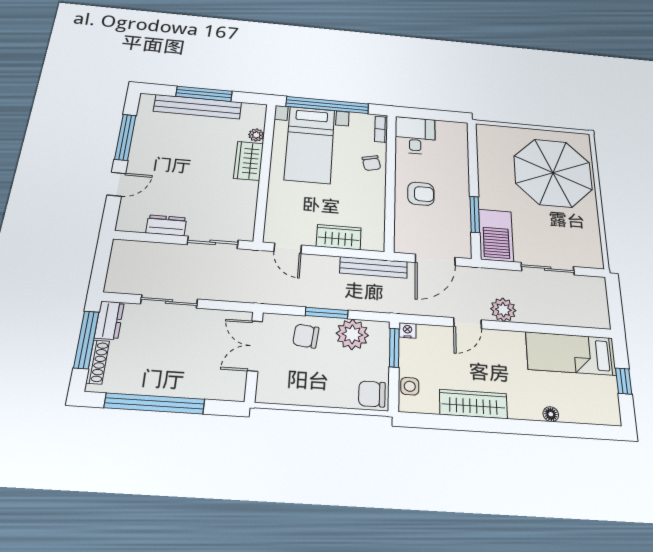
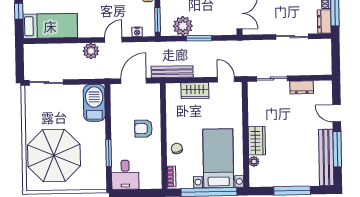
bench: (198, 107) -> (326, 157), moved, turned 90
desk: (415, 136) -> (125, 175), moved
door: (116, 184) -> (337, 113), hinge flipped
window: (475, 214) -> (109, 153), moved
sliding door: (548, 269) -> (46, 83), moved
nightstand: (407, 330) -> (137, 32), moved
chair: (306, 336) -> (210, 22), removed

